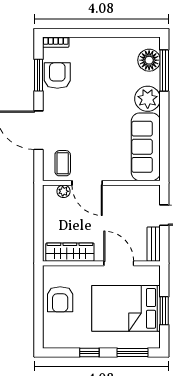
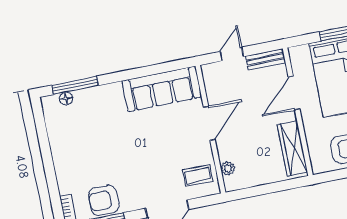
floor lamp: (149, 60) -> (66, 98), width x0.53, depth x0.53
plant: (148, 99) -> (109, 97), removed
door: (87, 183) -> (209, 123), moved

